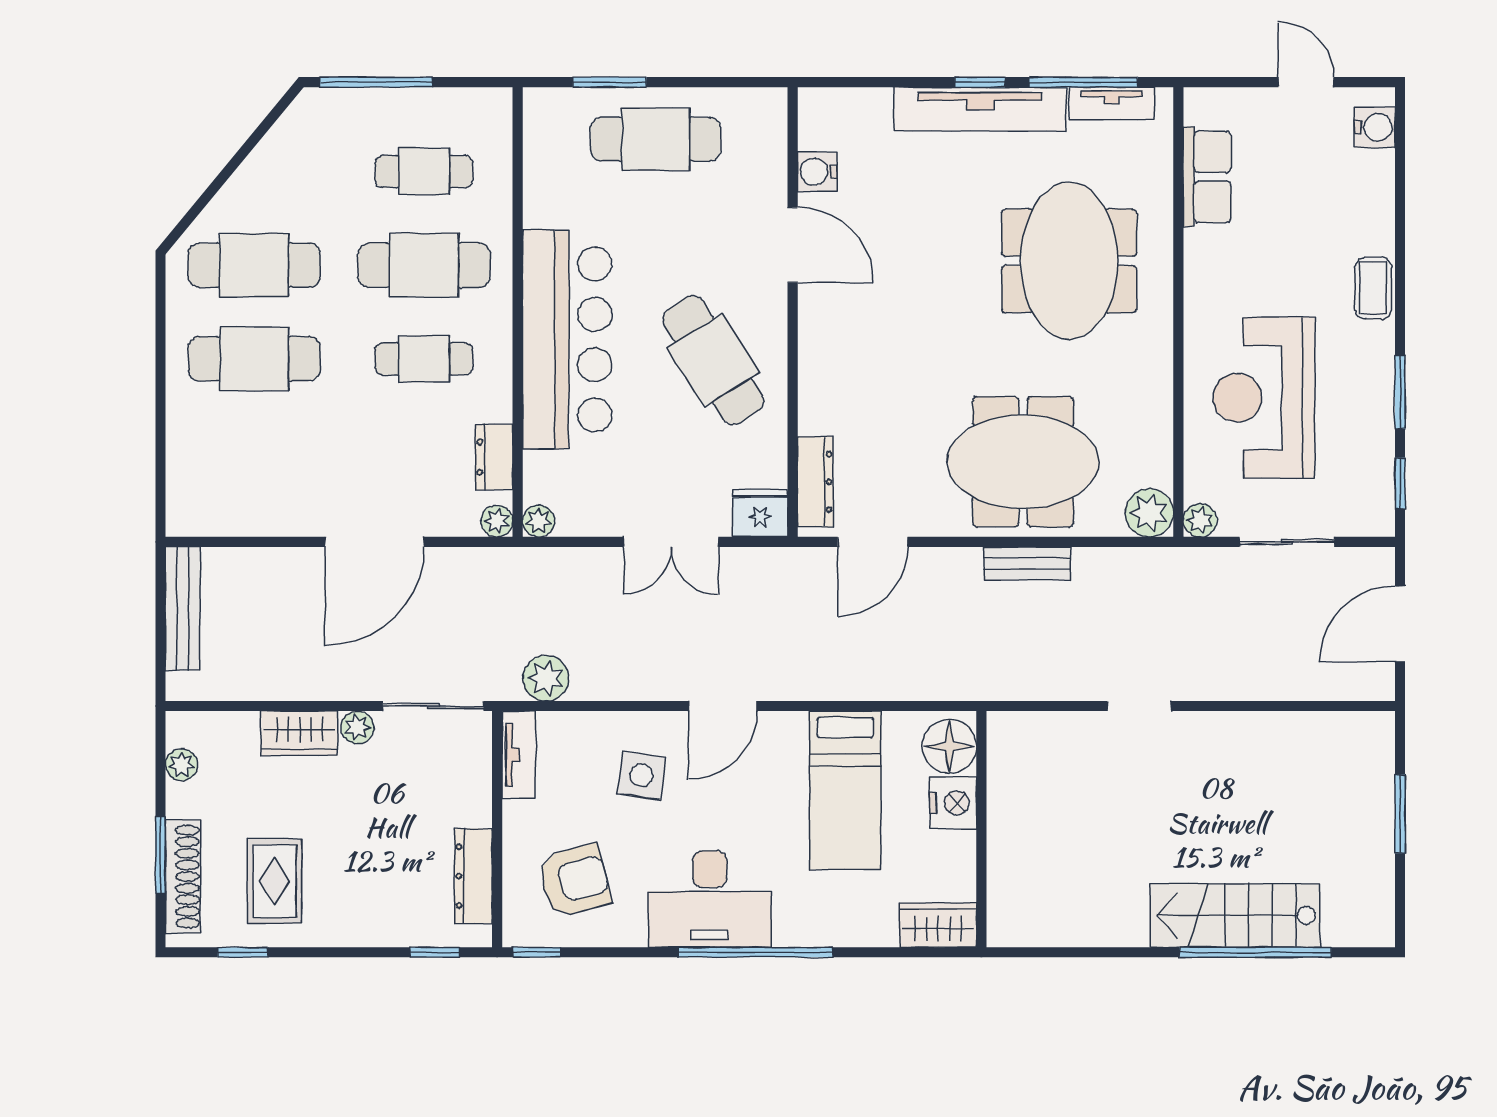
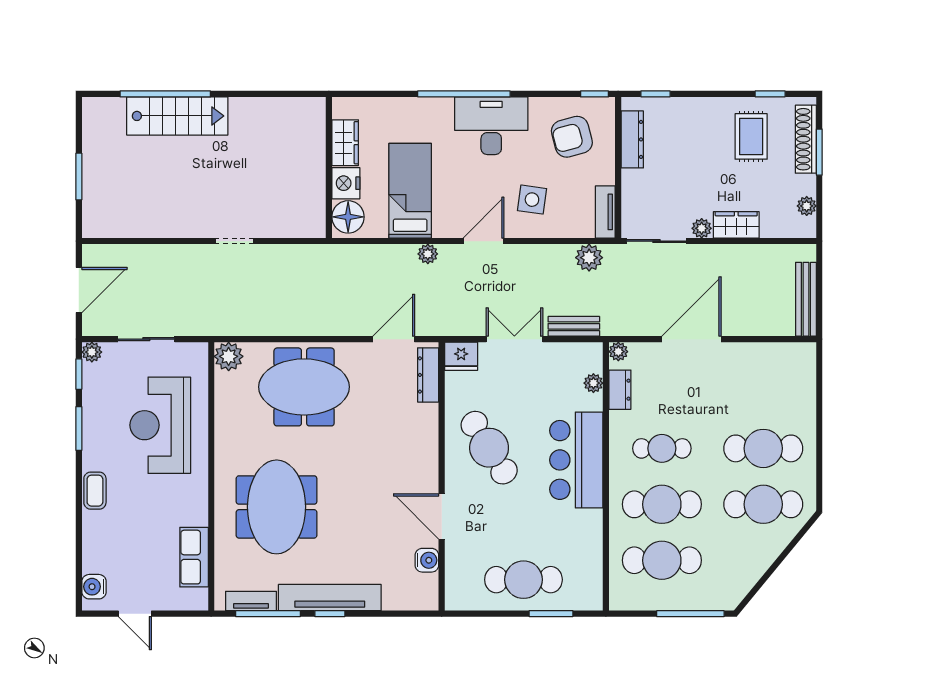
cafe table: (424, 172) -> (662, 560), width x1.37, depth x1.35
bar counter: (567, 339) -> (576, 460), width x0.73
reception desk: (1264, 398) -> (160, 425), turned 180
plant: (1200, 520) -> (92, 352), moved
plant: (539, 521) -> (593, 383), moved
bench: (1027, 563) -> (574, 326), moved
plant: (816, 684) -> (428, 254), added
wardrobe: (938, 925) -> (345, 143), moved, turned -90

